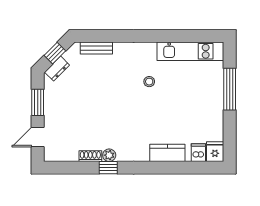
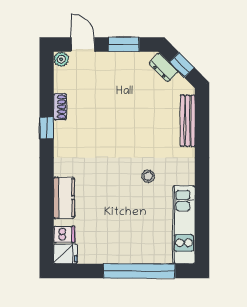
bench: (96, 48) -> (188, 121), width x1.36
window: (230, 89) -> (139, 271), width x1.46
plant: (109, 155) -> (61, 59), moved

